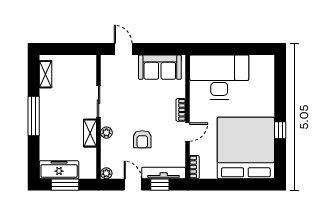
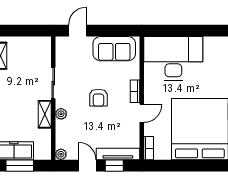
door: (123, 49) -> (78, 31), hinge flipped
armchair: (142, 139) -> (98, 98), moved

